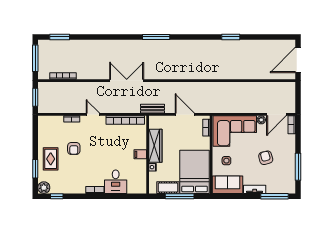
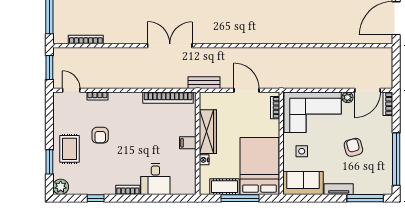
door: (93, 114) -> (71, 90), moved
window: (298, 167) -> (396, 159), width x1.46
window: (57, 196) -> (96, 198), moved

